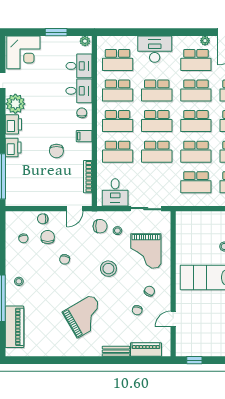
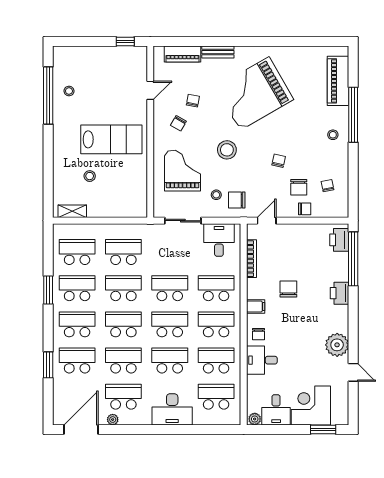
window: (56, 32) -> (323, 429), moved
corner desk: (23, 52) -> (311, 406), moved
desk: (79, 66) -> (276, 410), moved, turned -90
printer: (13, 124) -> (339, 240), moved
grand piano: (85, 316) -> (255, 94), width x1.37, depth x1.48

